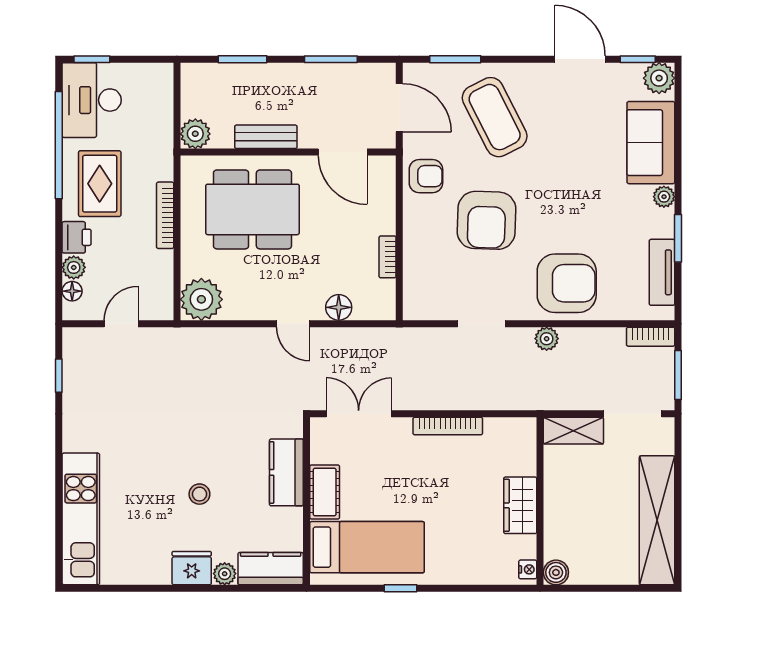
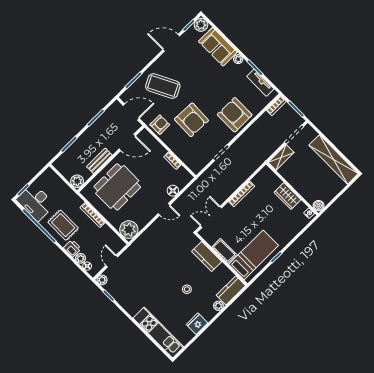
armchair: (567, 283) -> (235, 115), turned -90
plant: (547, 339) -> (102, 280), moved
fridge: (192, 568) -> (197, 324), moved

